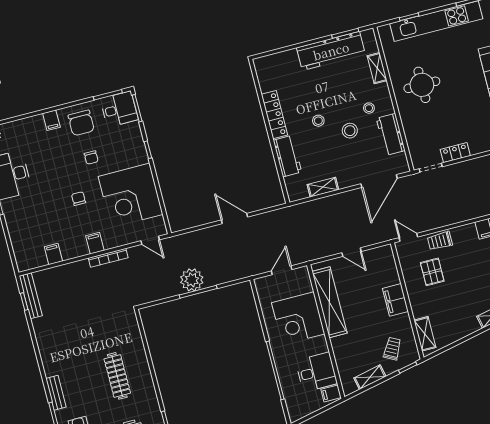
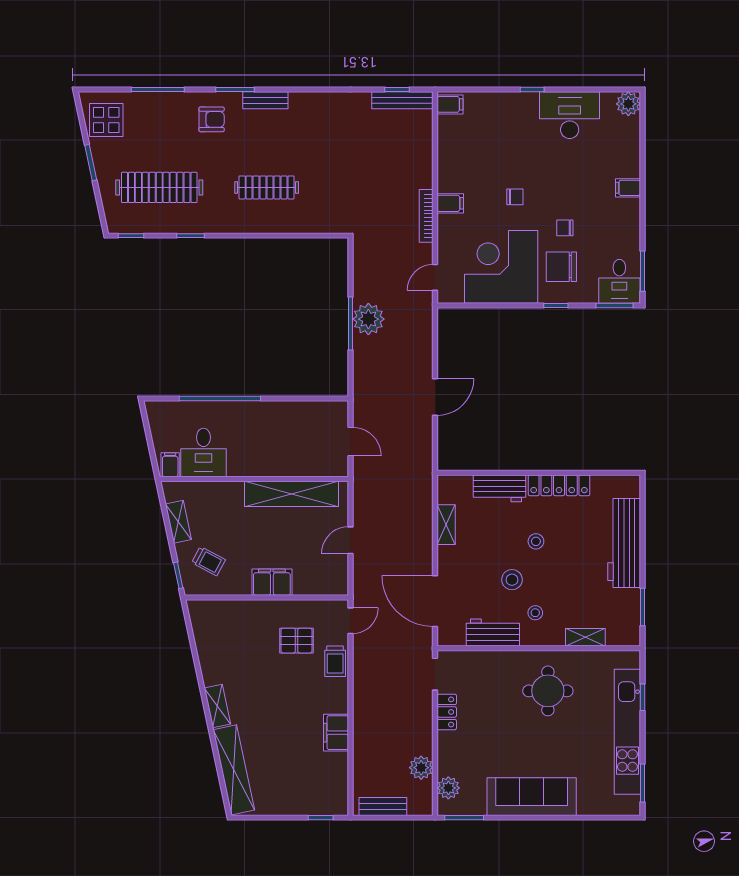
workbench: (331, 51) -> (624, 543), moved
chair: (81, 123) -> (561, 267), moved
trolley: (440, 241) -> (335, 661), turned 180
filing cabinet: (53, 254) -> (450, 104), moved
corner desk: (298, 318) -> (281, 447), removed
shelving: (425, 334) -> (217, 610), removed

